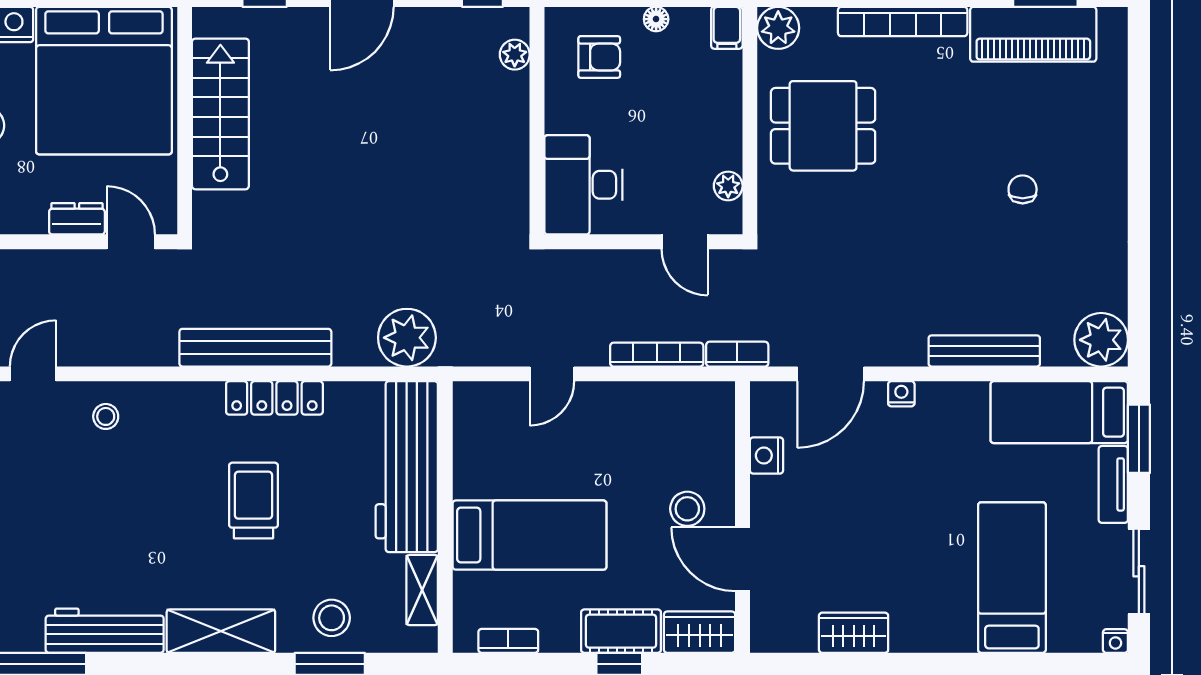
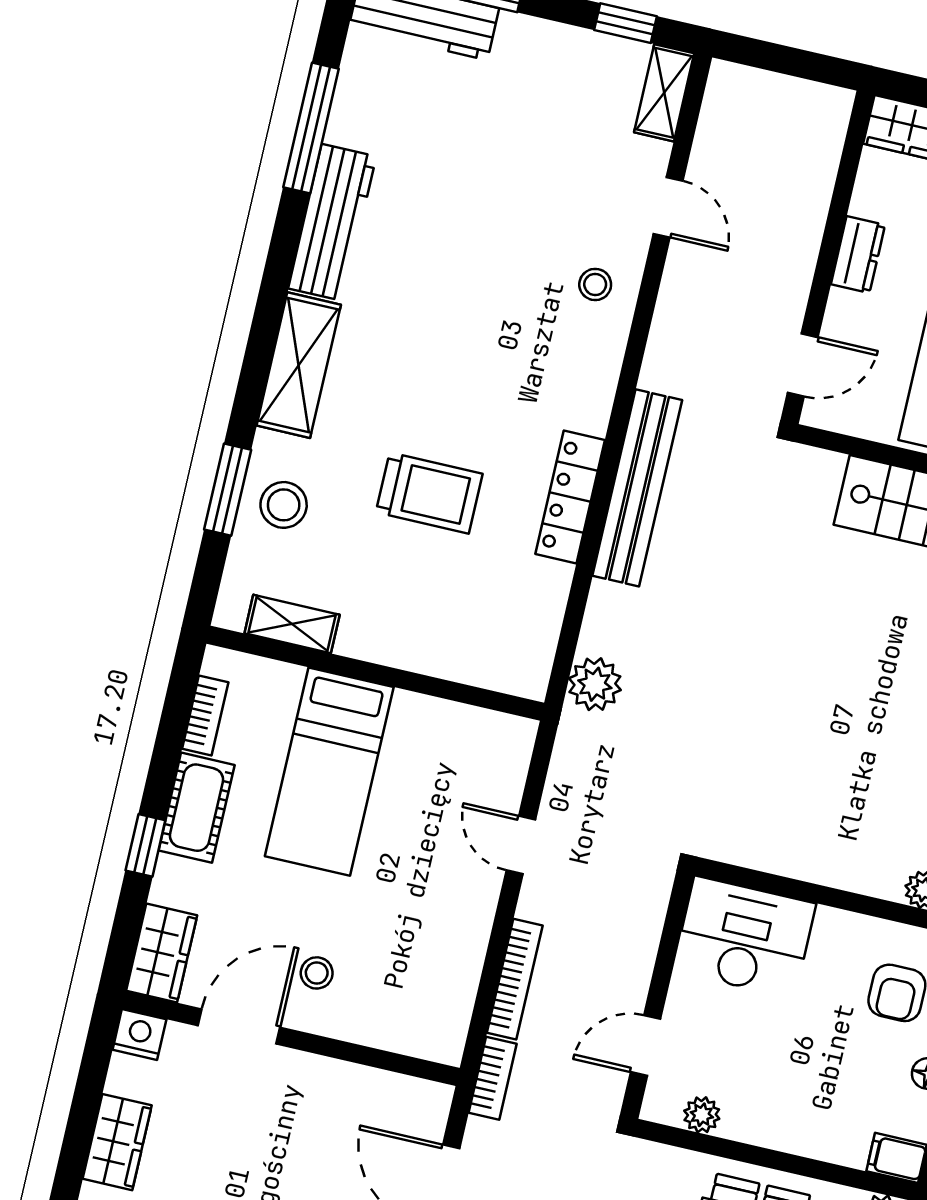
dresser: (77, 219) -> (858, 255), moved
plant: (407, 338) -> (595, 684), width x0.73, depth x0.73
nightstand: (767, 455) -> (139, 1035), moved
workbench: (407, 467) -> (448, 640), removed
trolley: (254, 500) -> (429, 493), moved
stool: (687, 509) -> (317, 973), width x0.73, depth x0.73
cot: (621, 631) -> (197, 808), moved

